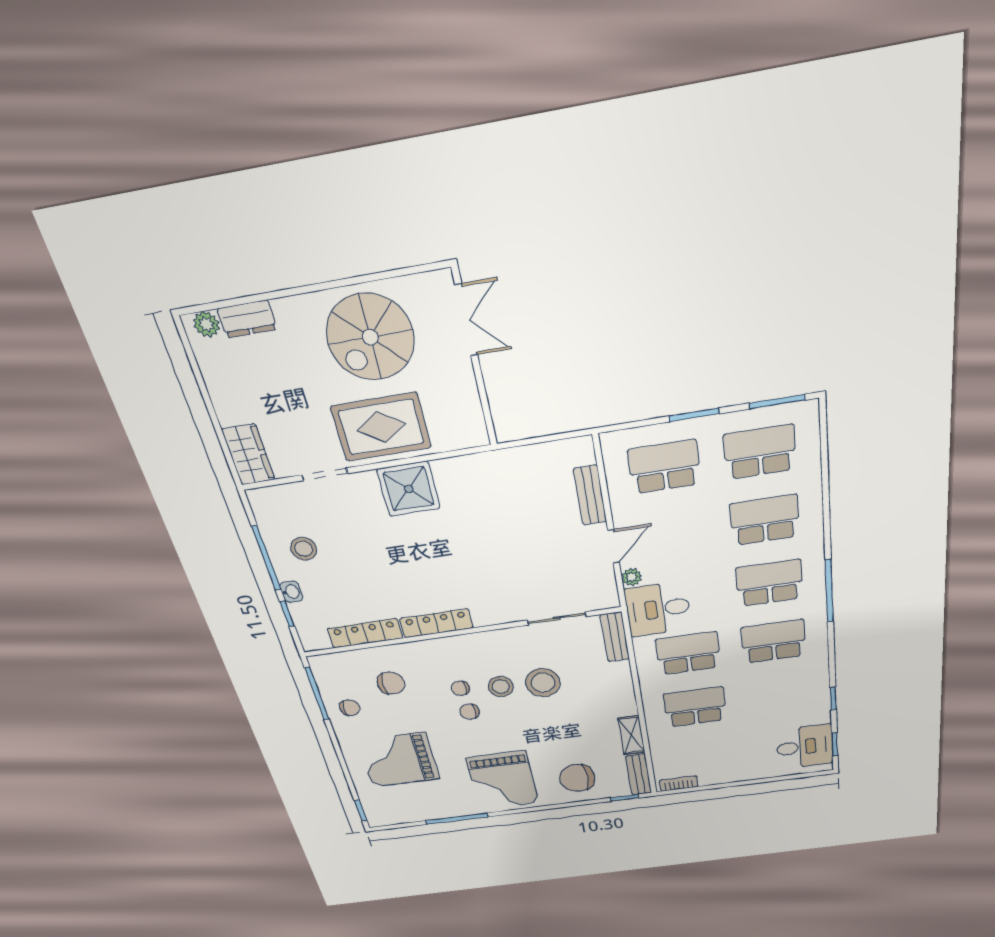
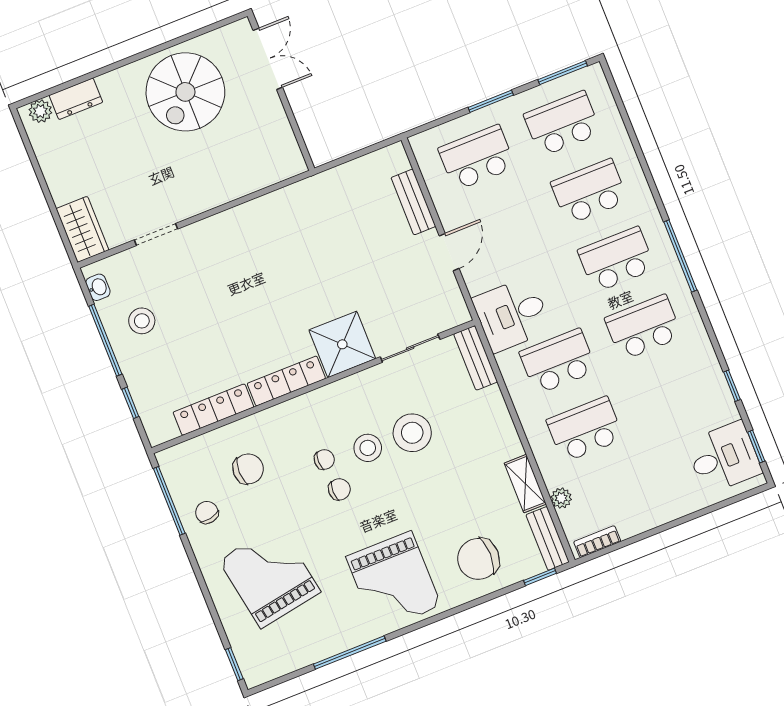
rug: (381, 427) -> (205, 175), removed
shower: (409, 489) -> (342, 344), moved
plant: (632, 577) -> (561, 498), moved
washbasin: (291, 592) -> (98, 287), moved
chair: (460, 688) -> (324, 460), turned 180
chair: (350, 708) -> (207, 512), turned -101
chair: (470, 712) -> (339, 489), turned 180
grand piano: (399, 760) -> (270, 576), turned 80

